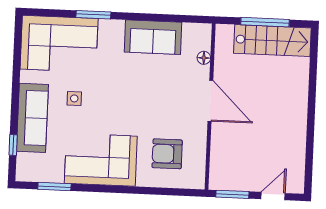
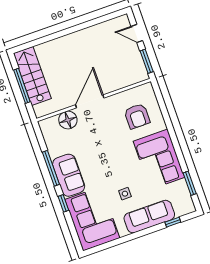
window: (93, 15) -> (63, 203), width x0.67
window: (145, 17) -> (51, 168), added
sofa: (153, 37) -> (69, 175), moved
floor lamp: (204, 58) -> (68, 120), width x1.89, depth x1.89

